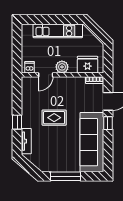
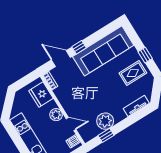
plant: (30, 106) -> (105, 121), added
rug: (54, 118) -> (133, 73), moved, turned 90
window: (17, 122) -> (106, 135), moved
window: (66, 176) -> (145, 55), width x0.46

